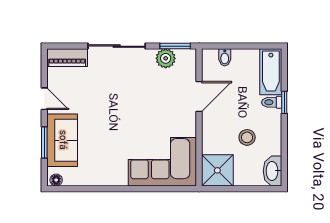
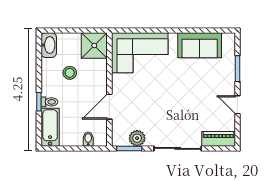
sofa: (62, 140) -> (200, 45), moved, turned -90
floor lamp: (56, 180) -> (228, 38), removed

